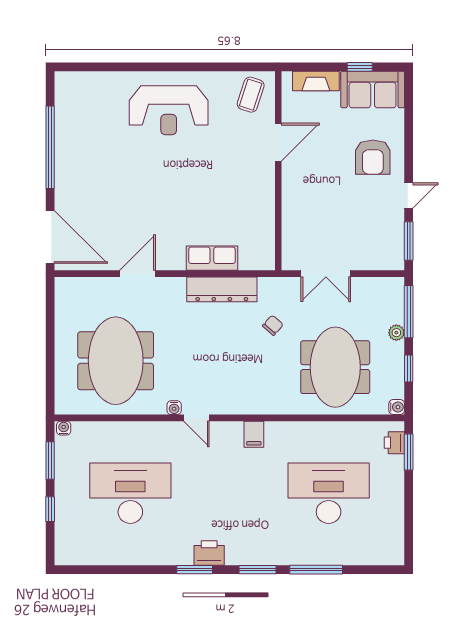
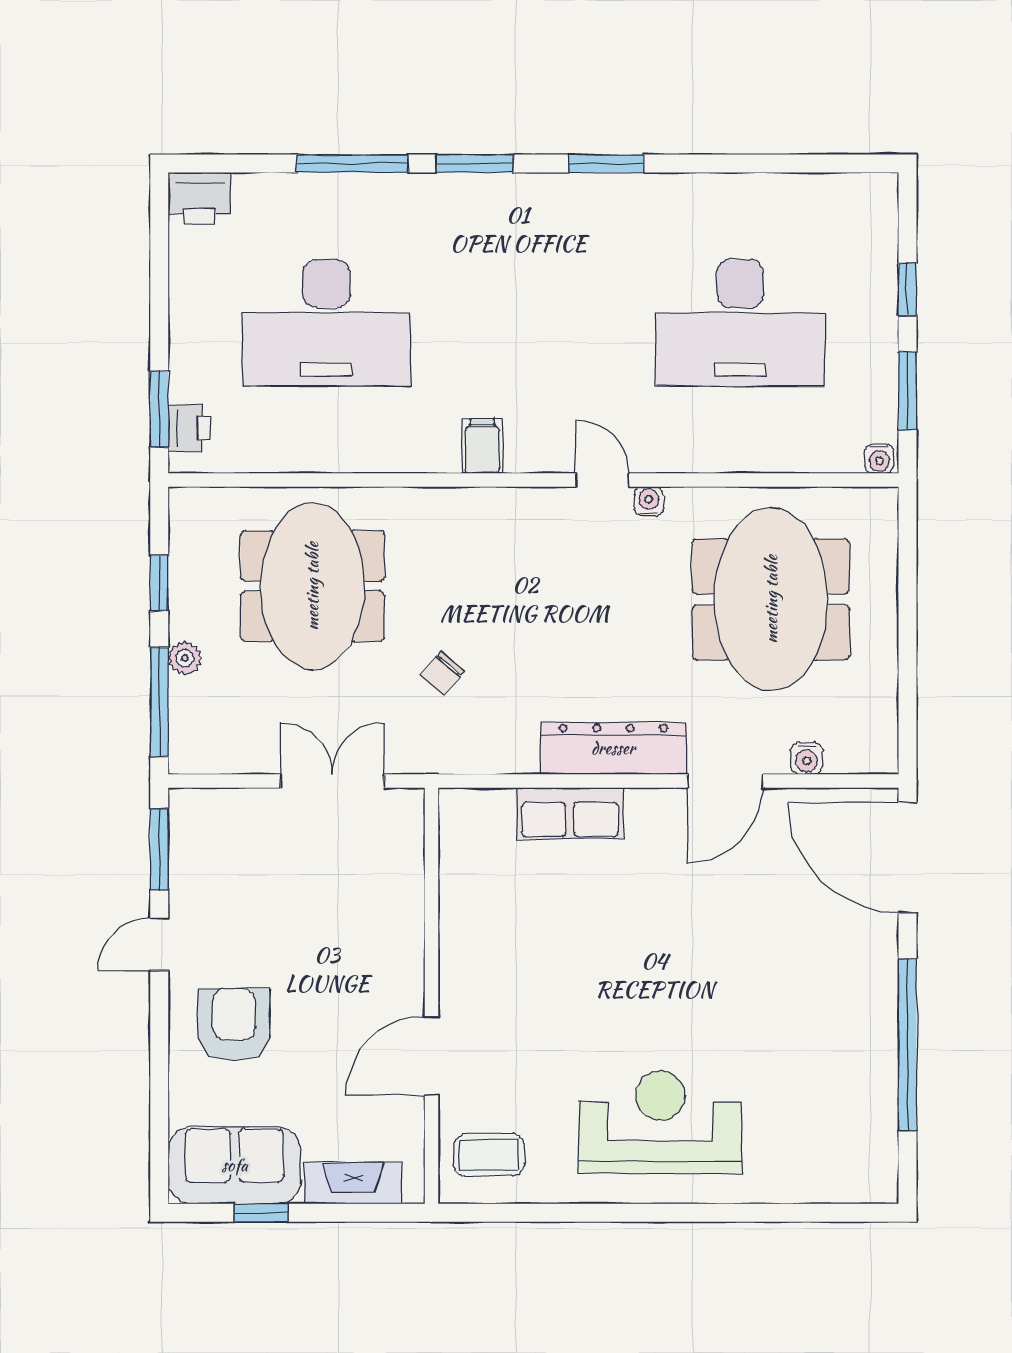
coffee table: (251, 95) -> (489, 1155), turned 72
dresser: (222, 289) -> (613, 748), moved
water cooler: (397, 407) -> (807, 758), moved, turned -90
printer: (209, 553) -> (199, 198), moved

